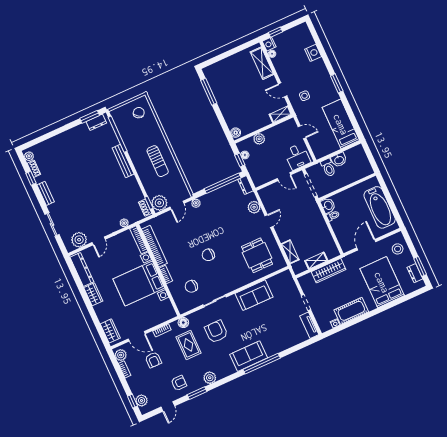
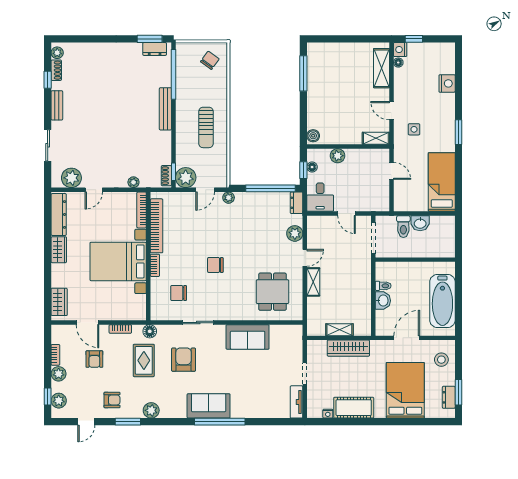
desk: (297, 157) -> (320, 197), moved
washbasin: (328, 205) -> (383, 301), moved
shelving: (290, 252) -> (313, 282), moved
plant: (121, 355) -> (59, 374), moved

